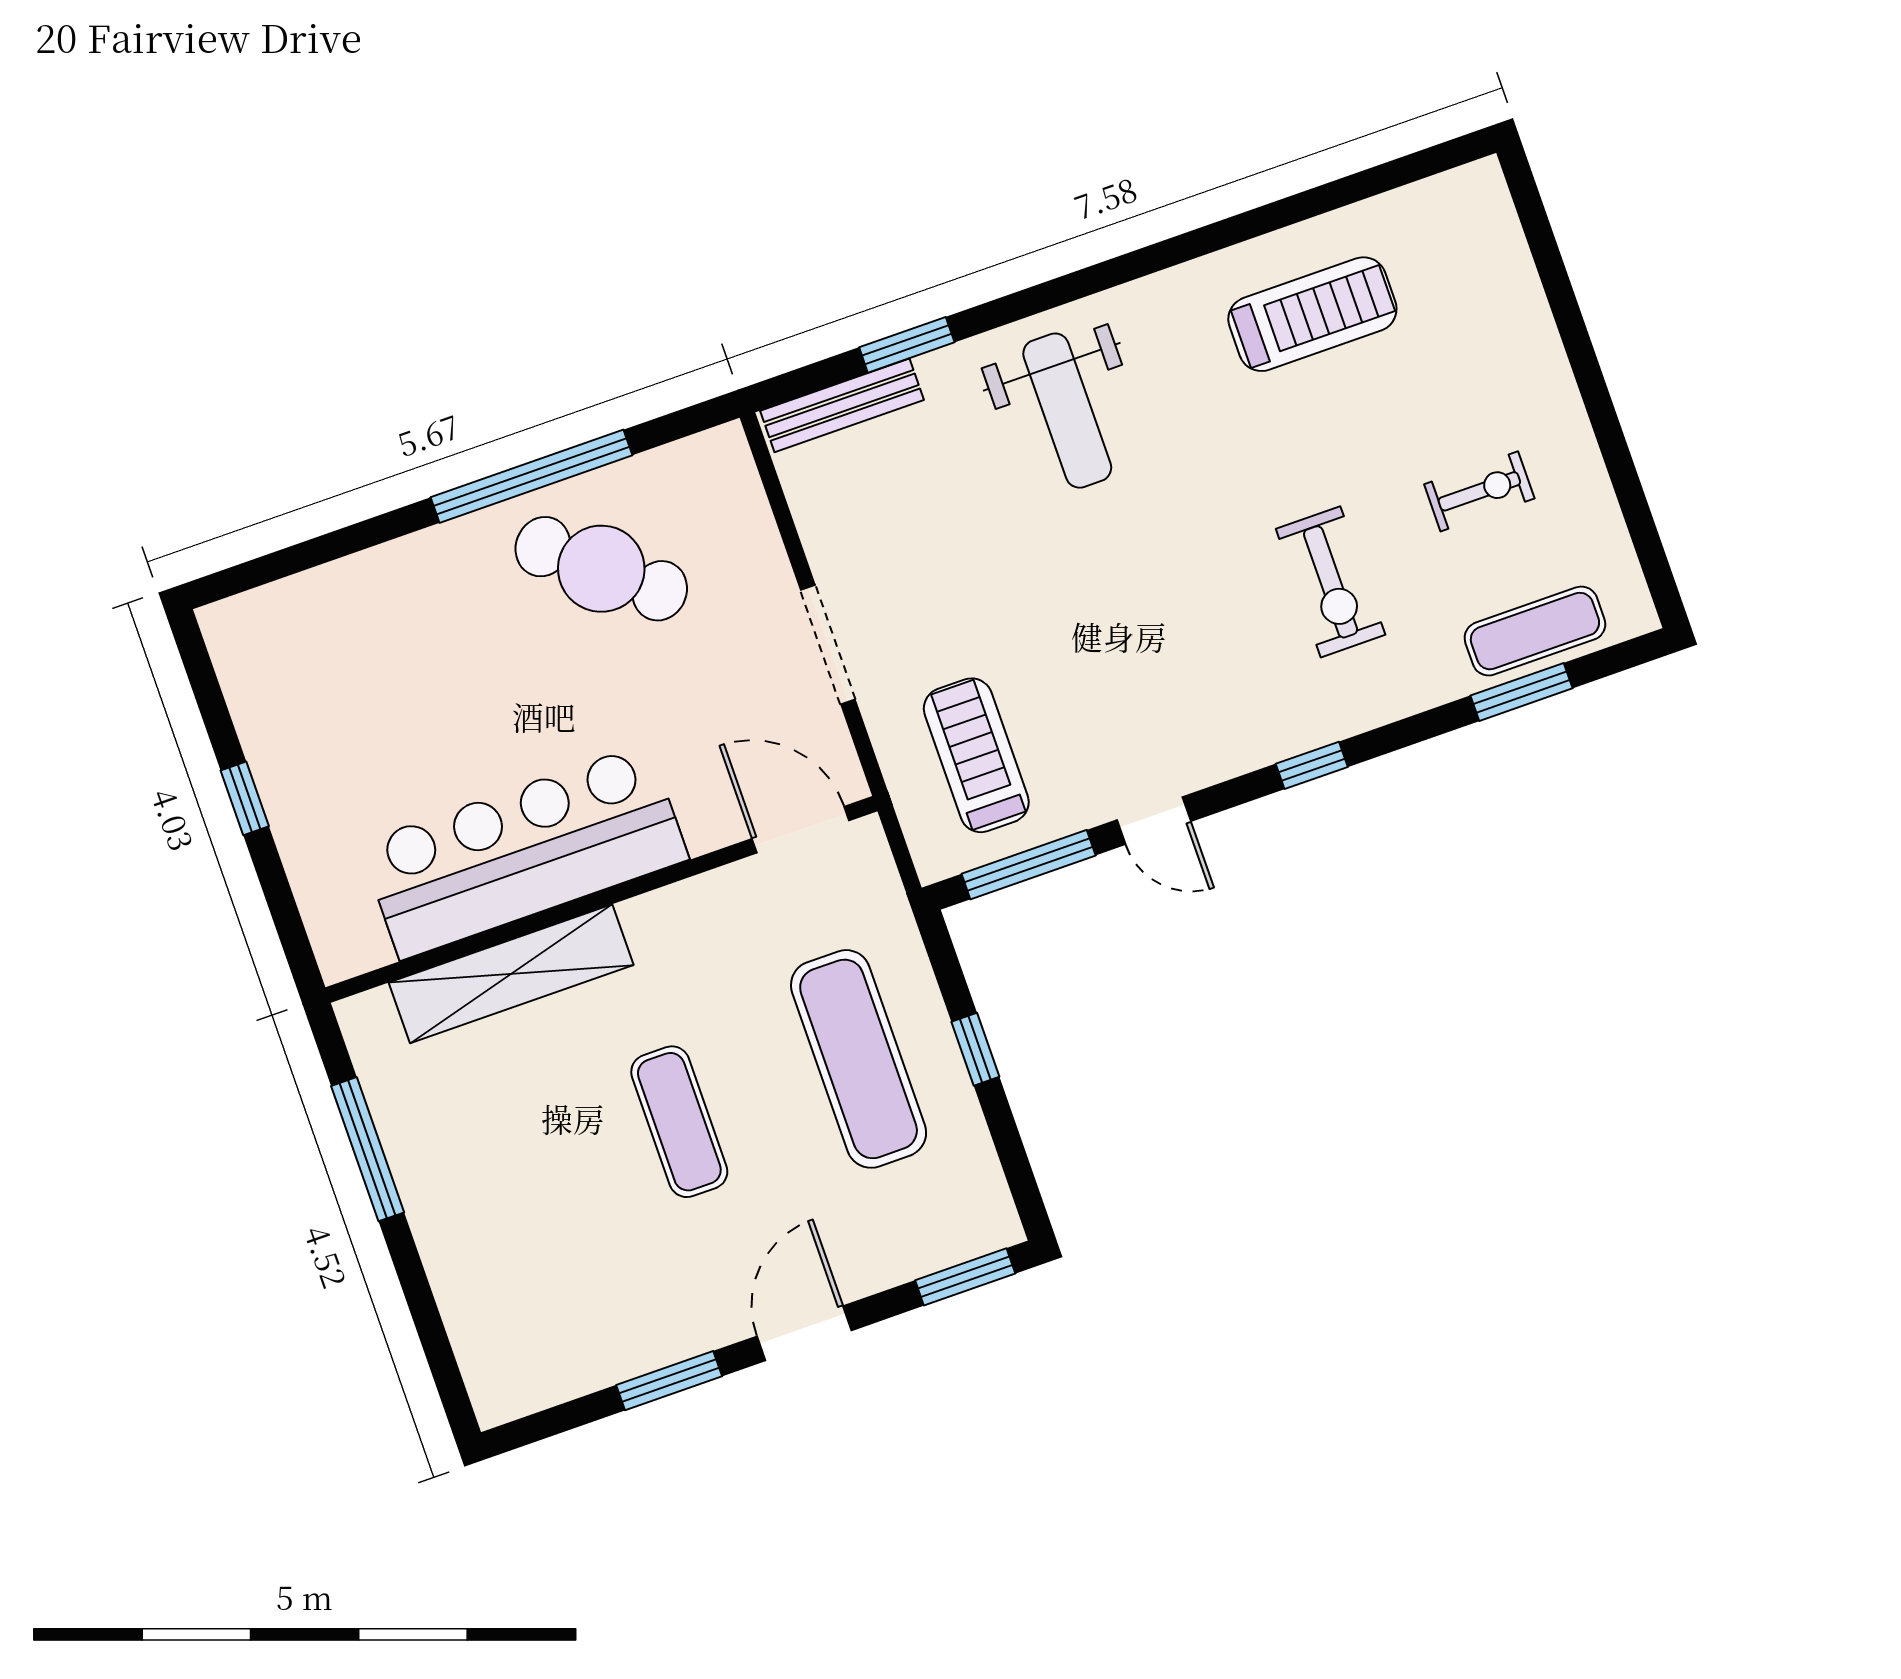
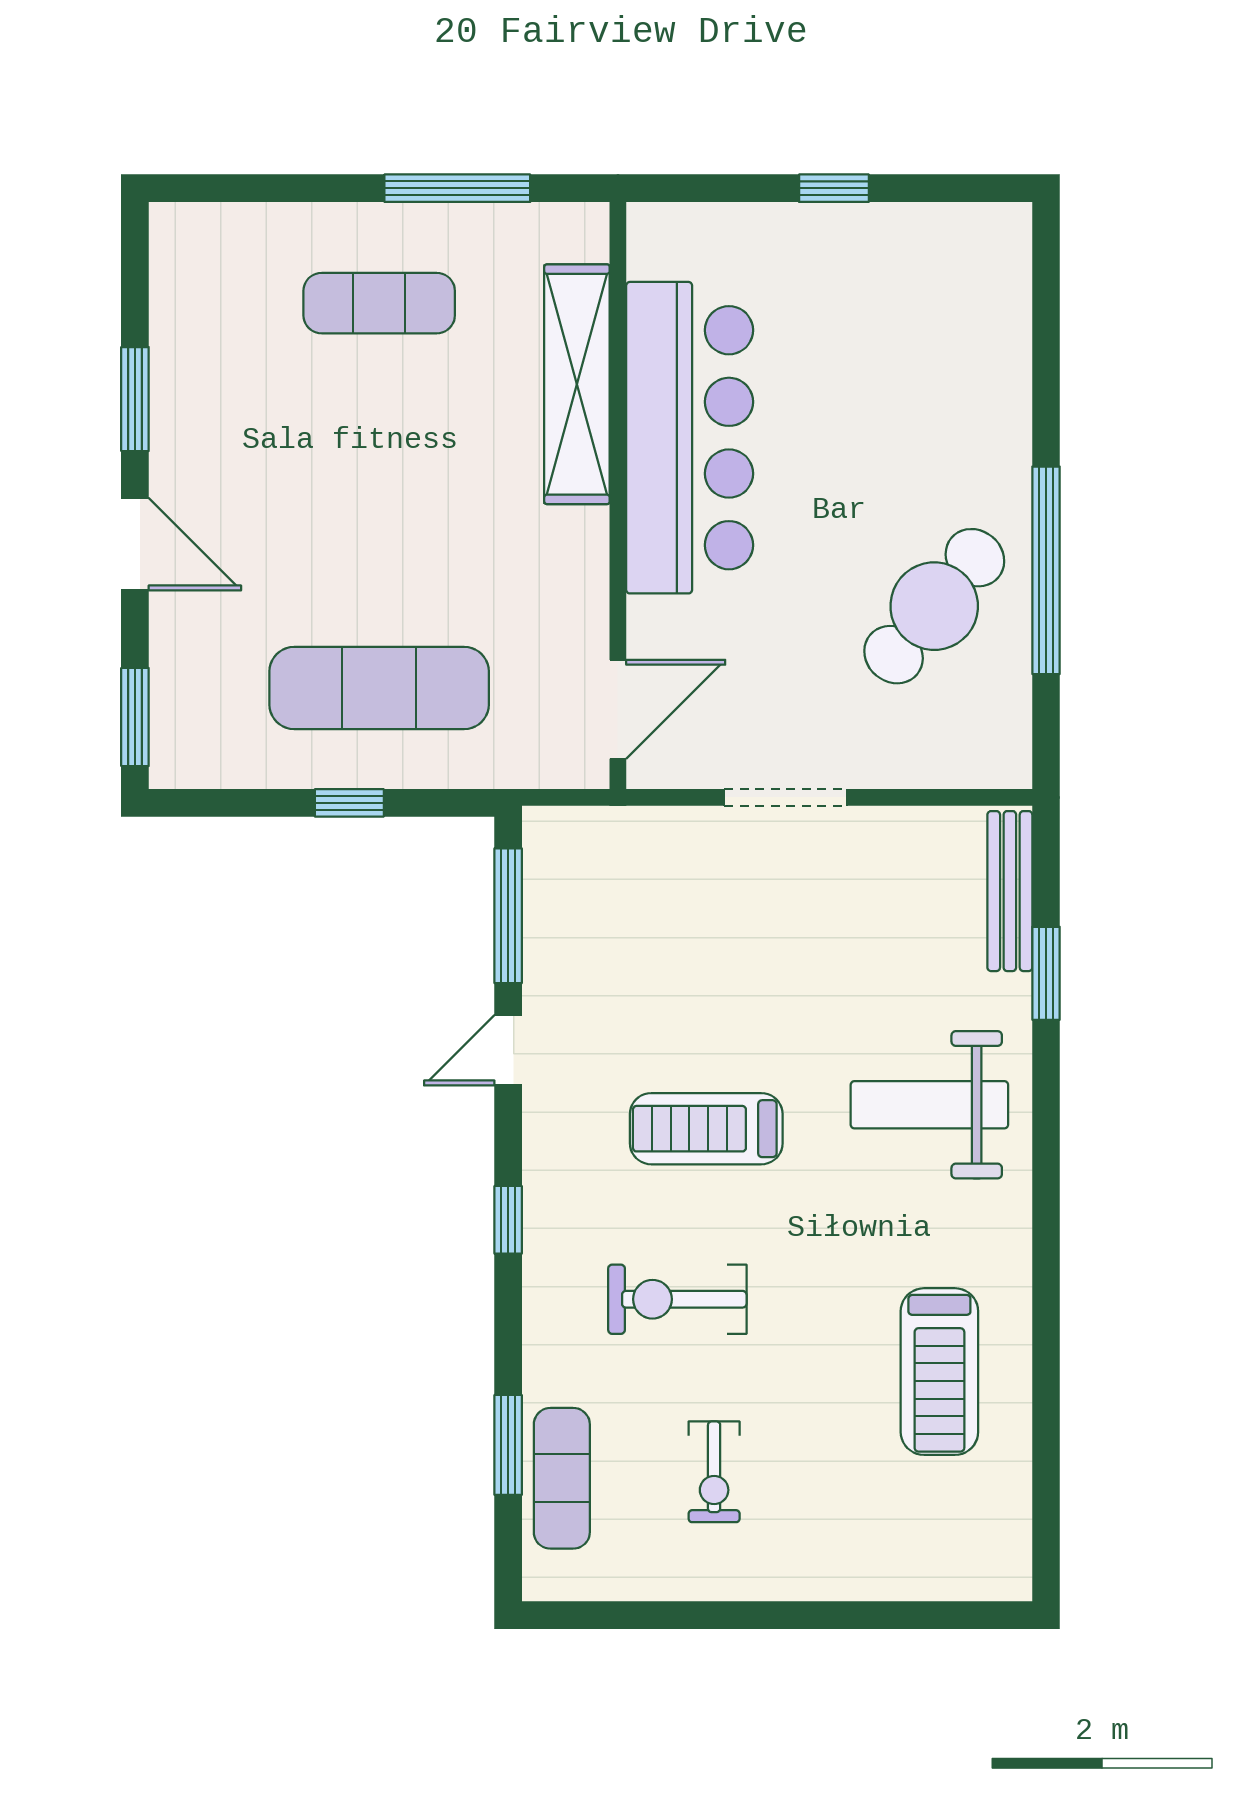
treadmill: (976, 755) -> (706, 1129), moved, turned 180
exercise mat: (679, 1122) -> (379, 303), moved

